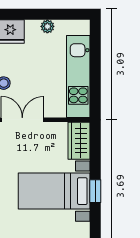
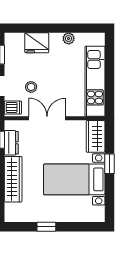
window: (95, 191) -> (109, 164), moved

